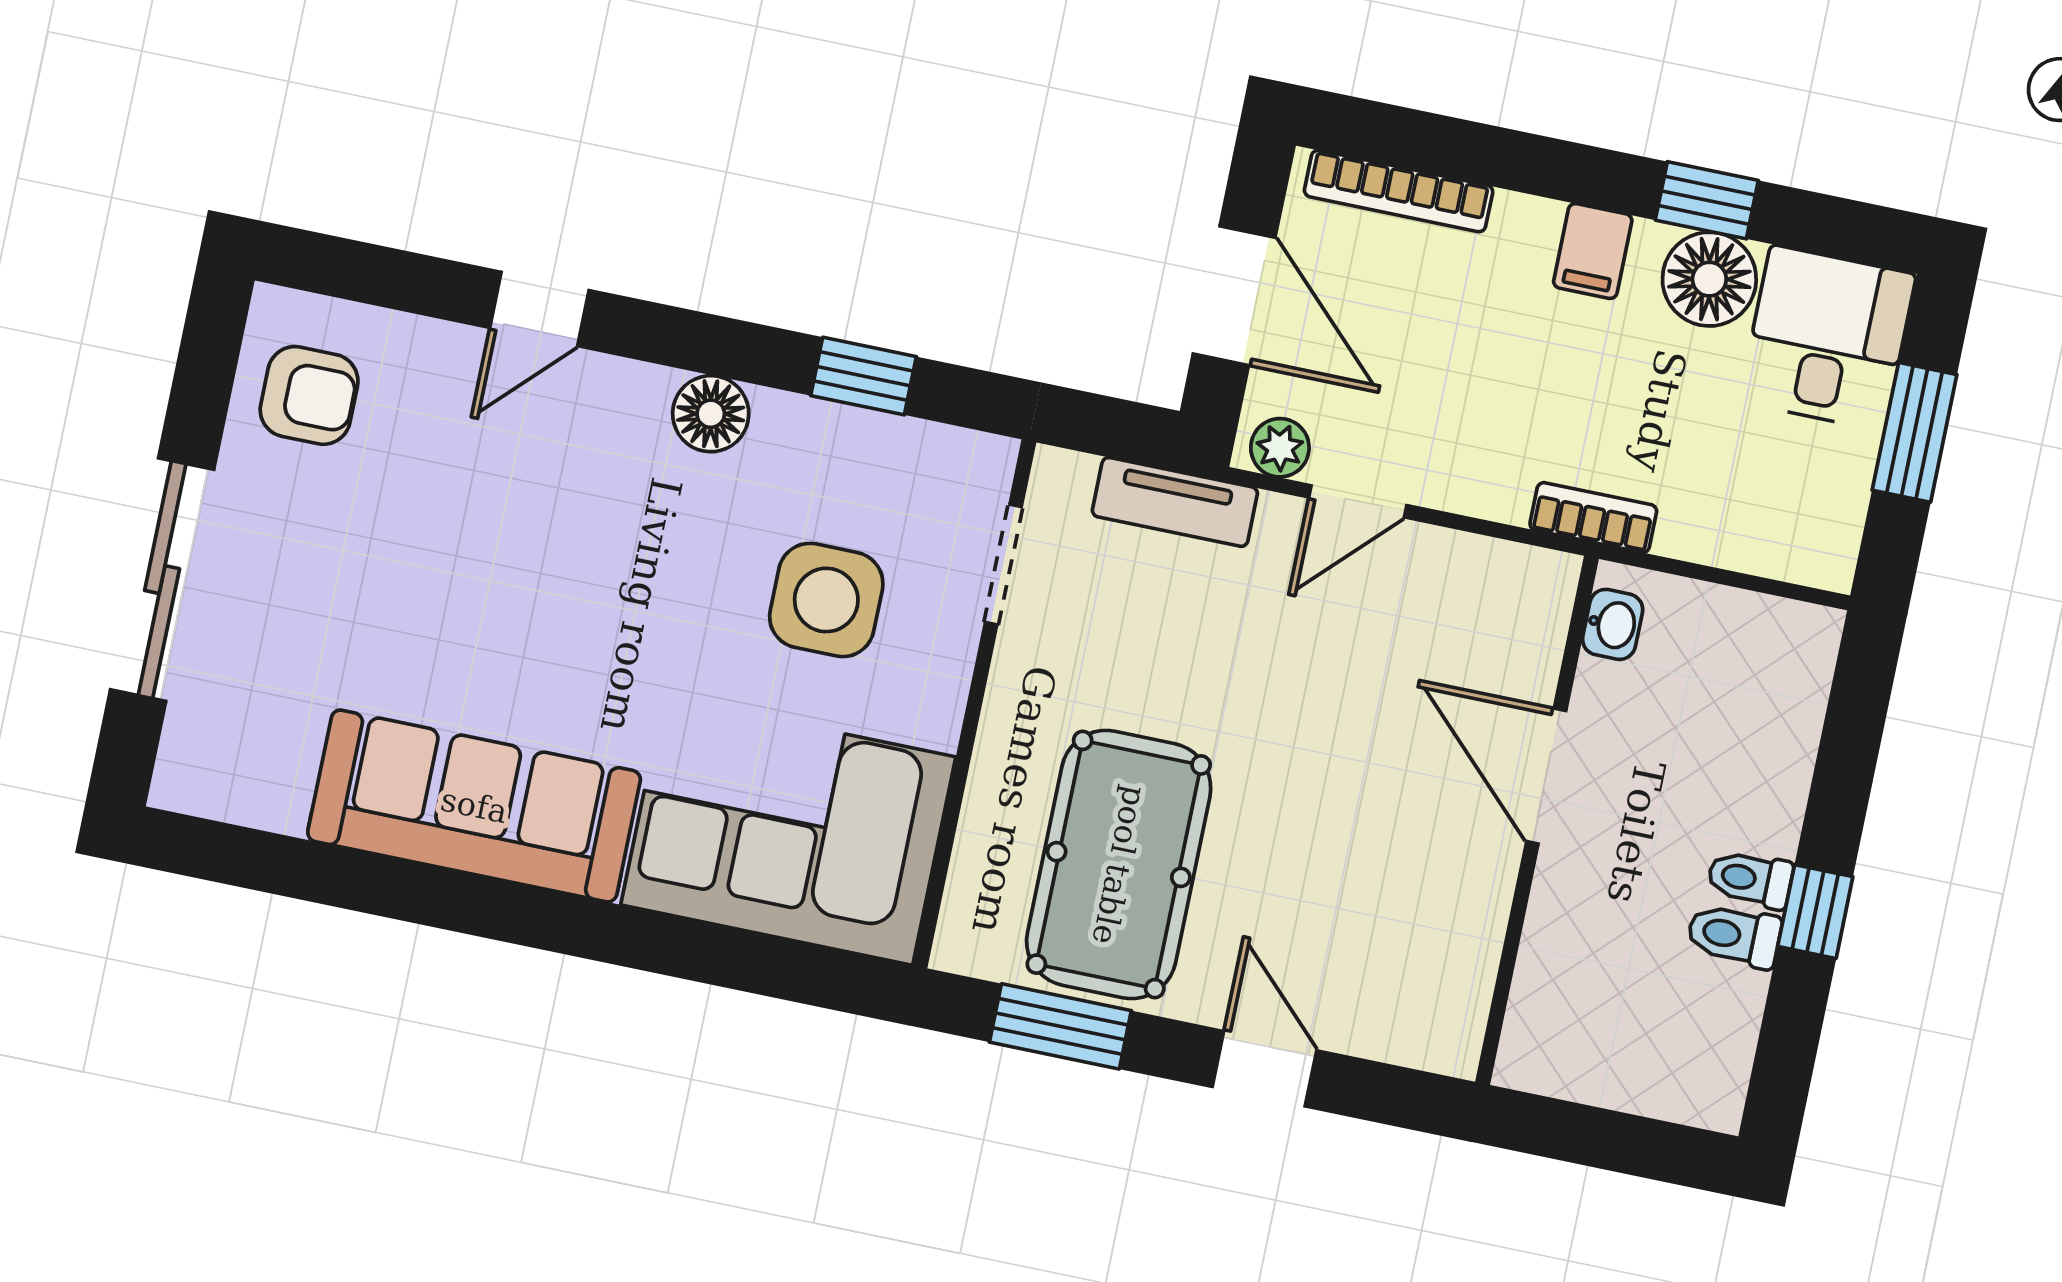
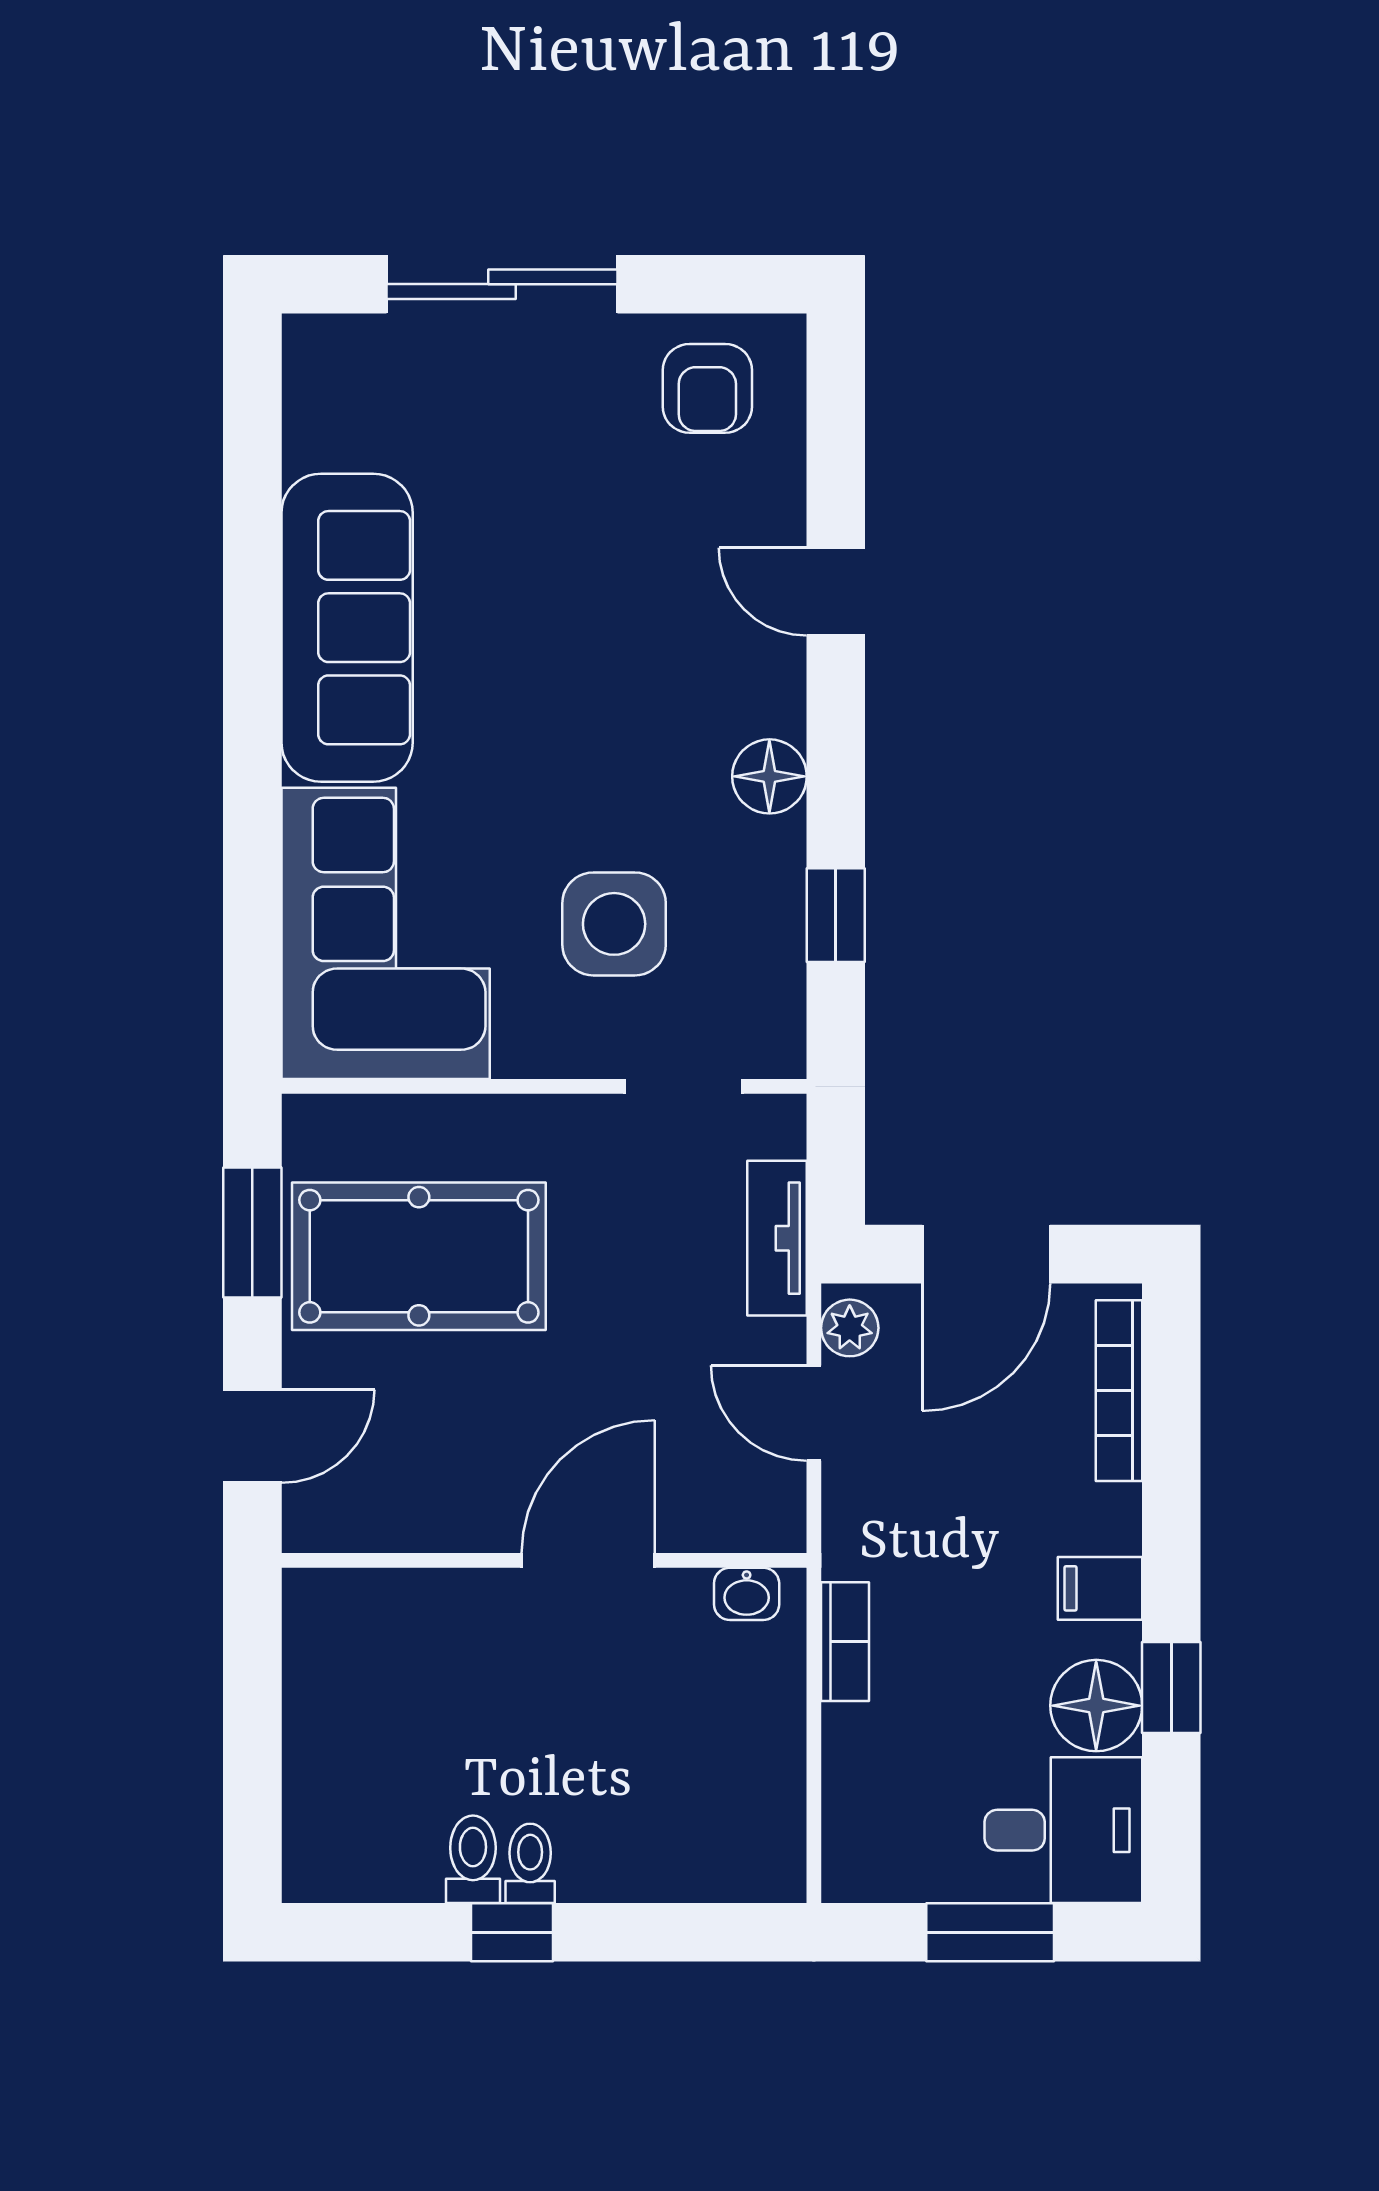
washbasin: (1613, 624) -> (747, 1594), moved
door: (1546, 776) -> (588, 1560), moved
wall: (1537, 820) -> (544, 1560), moved

